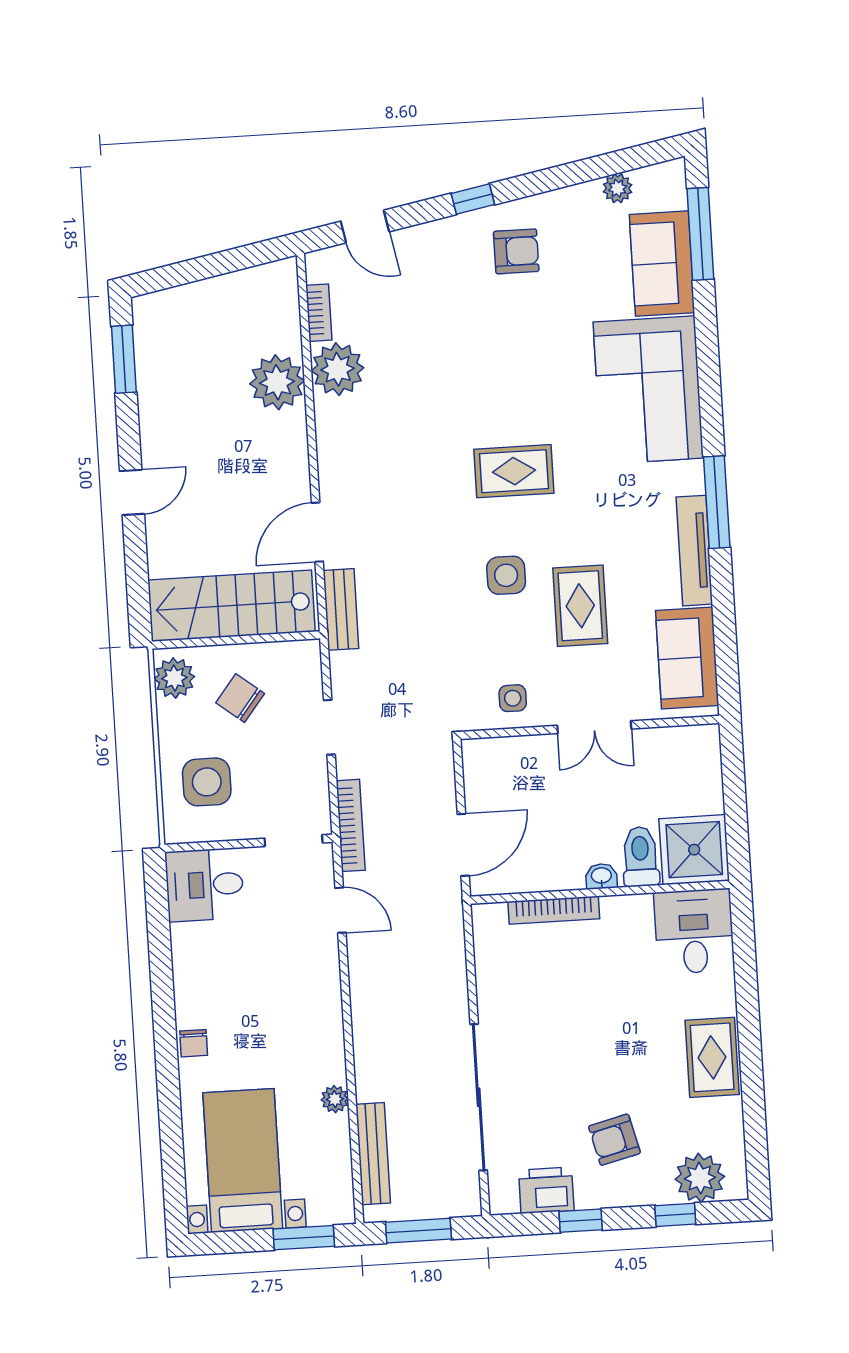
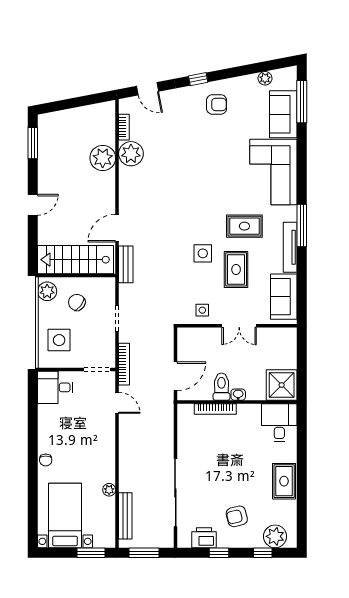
rug: (514, 471) -> (244, 226), moved
toilet: (640, 857) -> (221, 387), moved

